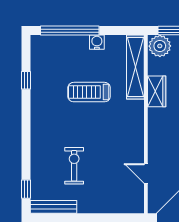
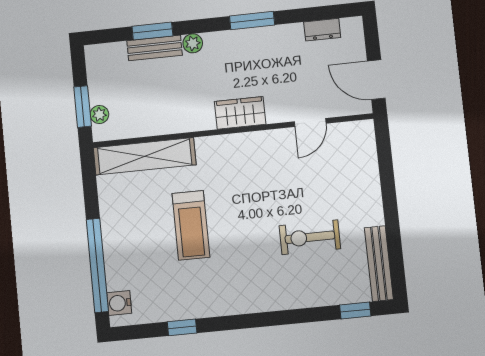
water cooler: (97, 42) -> (119, 303), moved
plant: (160, 46) -> (99, 114), width x0.53, depth x0.53
wardrobe: (157, 91) -> (240, 113), moved

